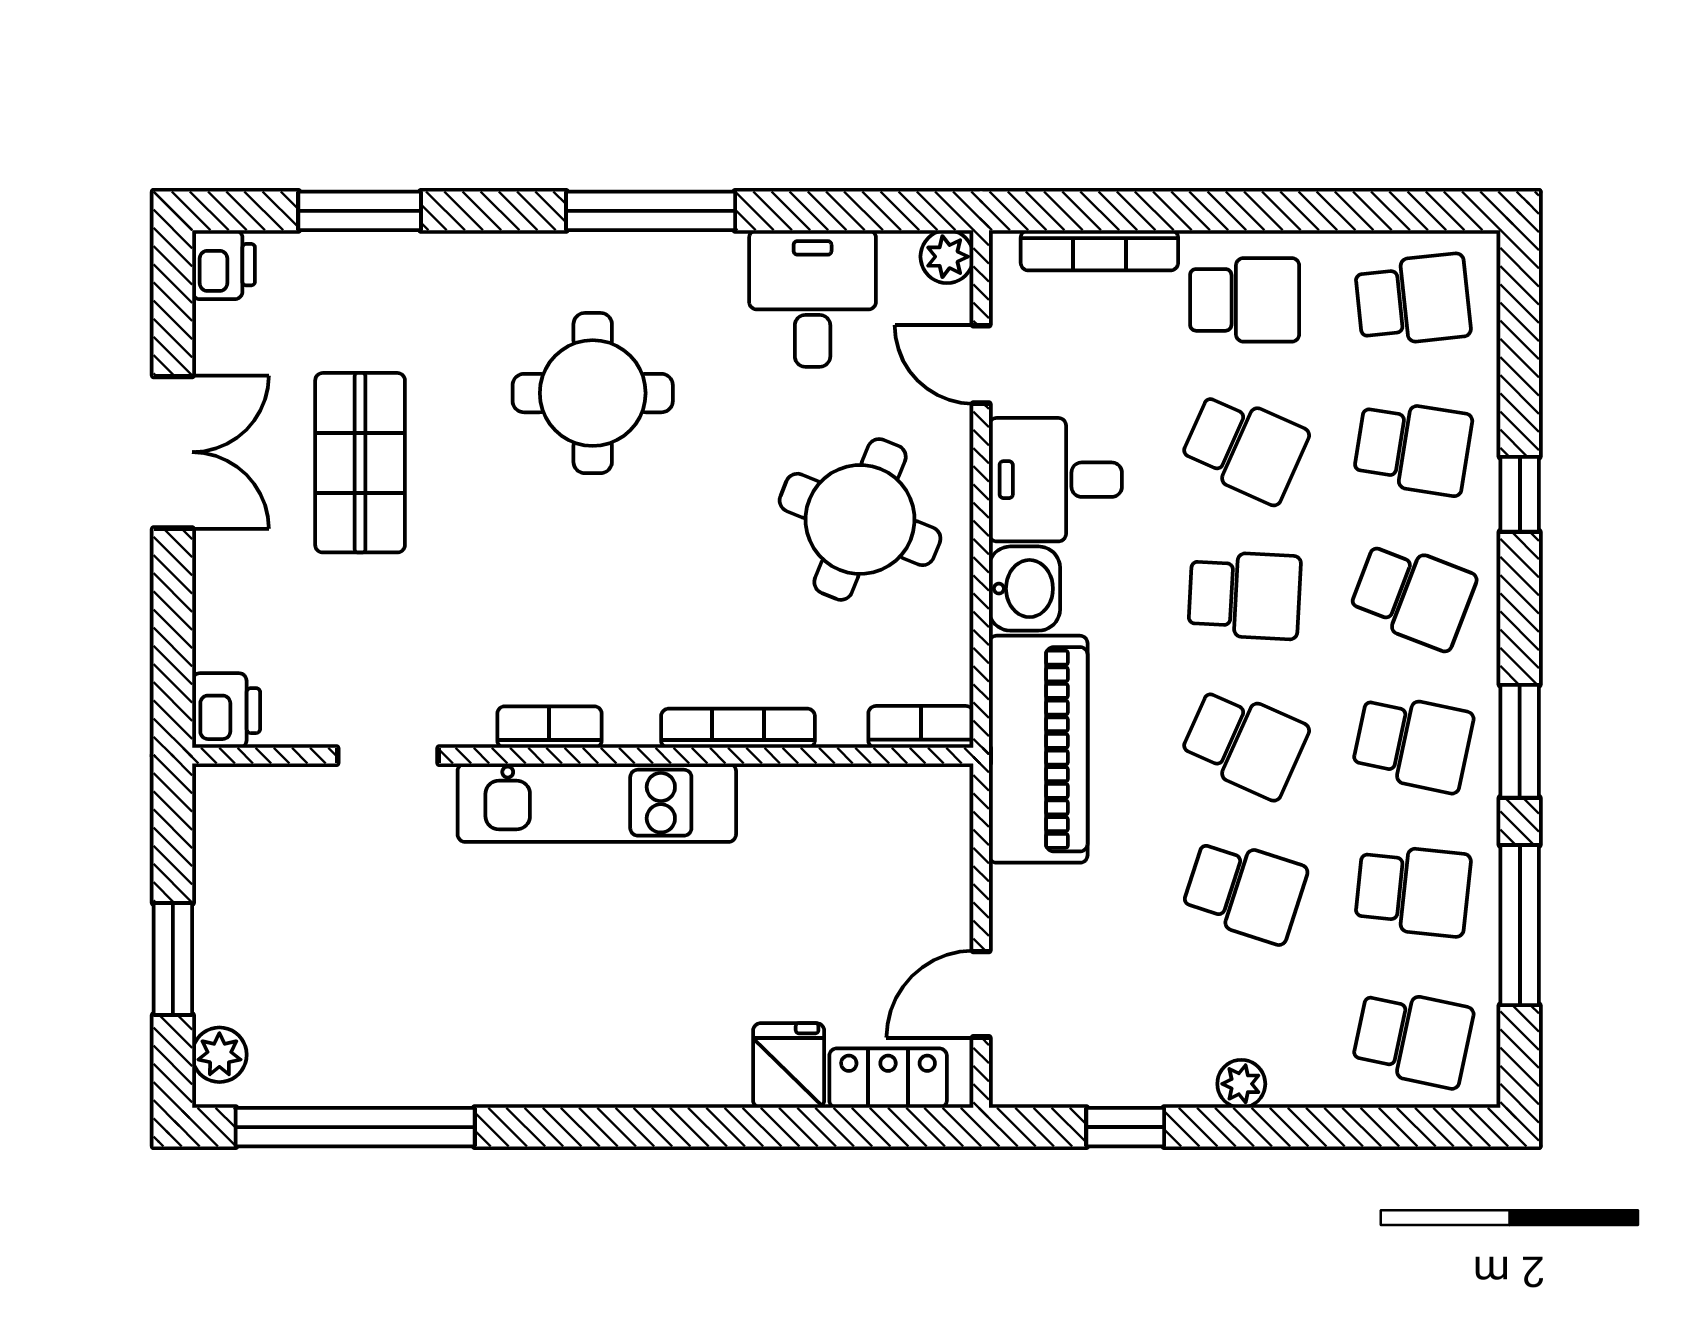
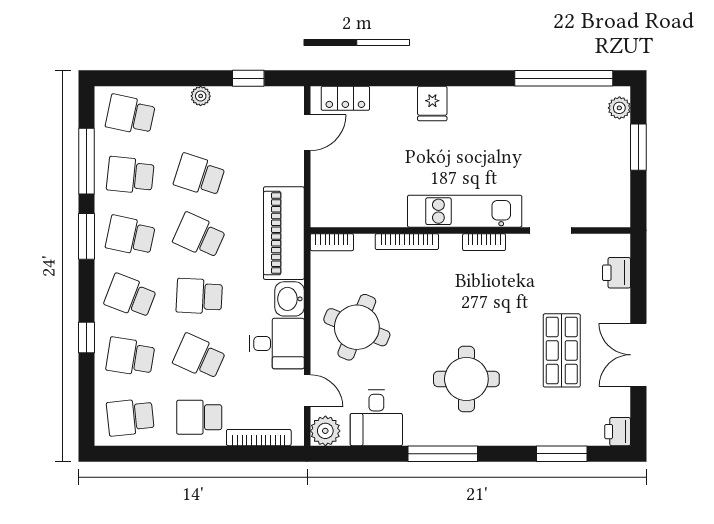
plant: (947, 257) -> (325, 431), width x1.38, depth x1.38
printer: (226, 711) -> (617, 273), moved
fridge: (789, 1065) -> (432, 104), moved

